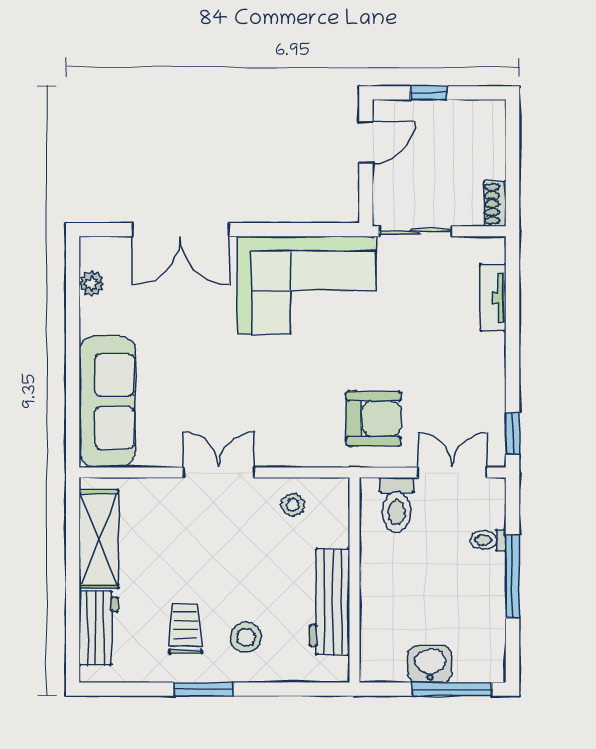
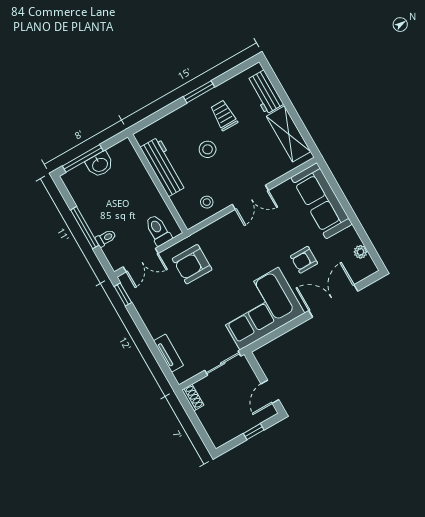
armchair: (190, 323) -> (304, 260), added
trolley: (186, 629) -> (224, 115), turned 180
stool: (246, 637) -> (208, 149), moved

